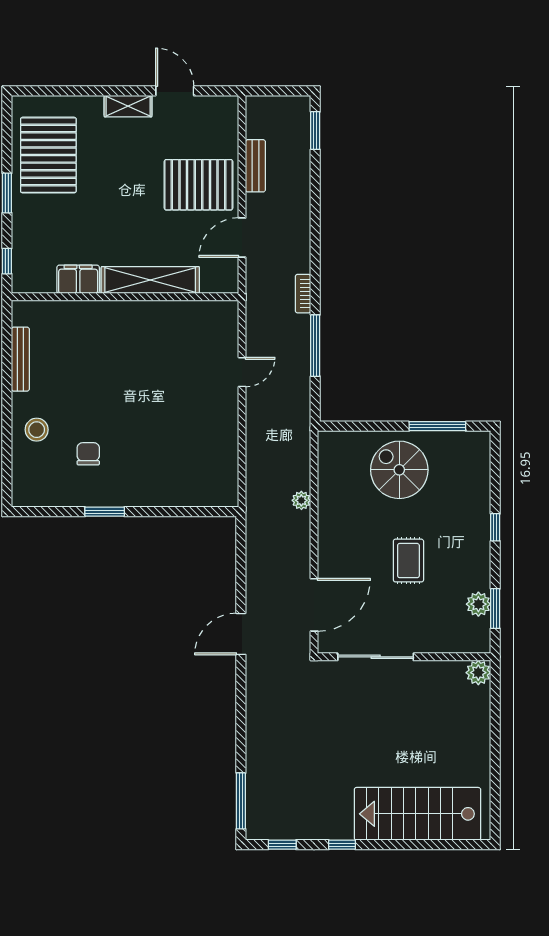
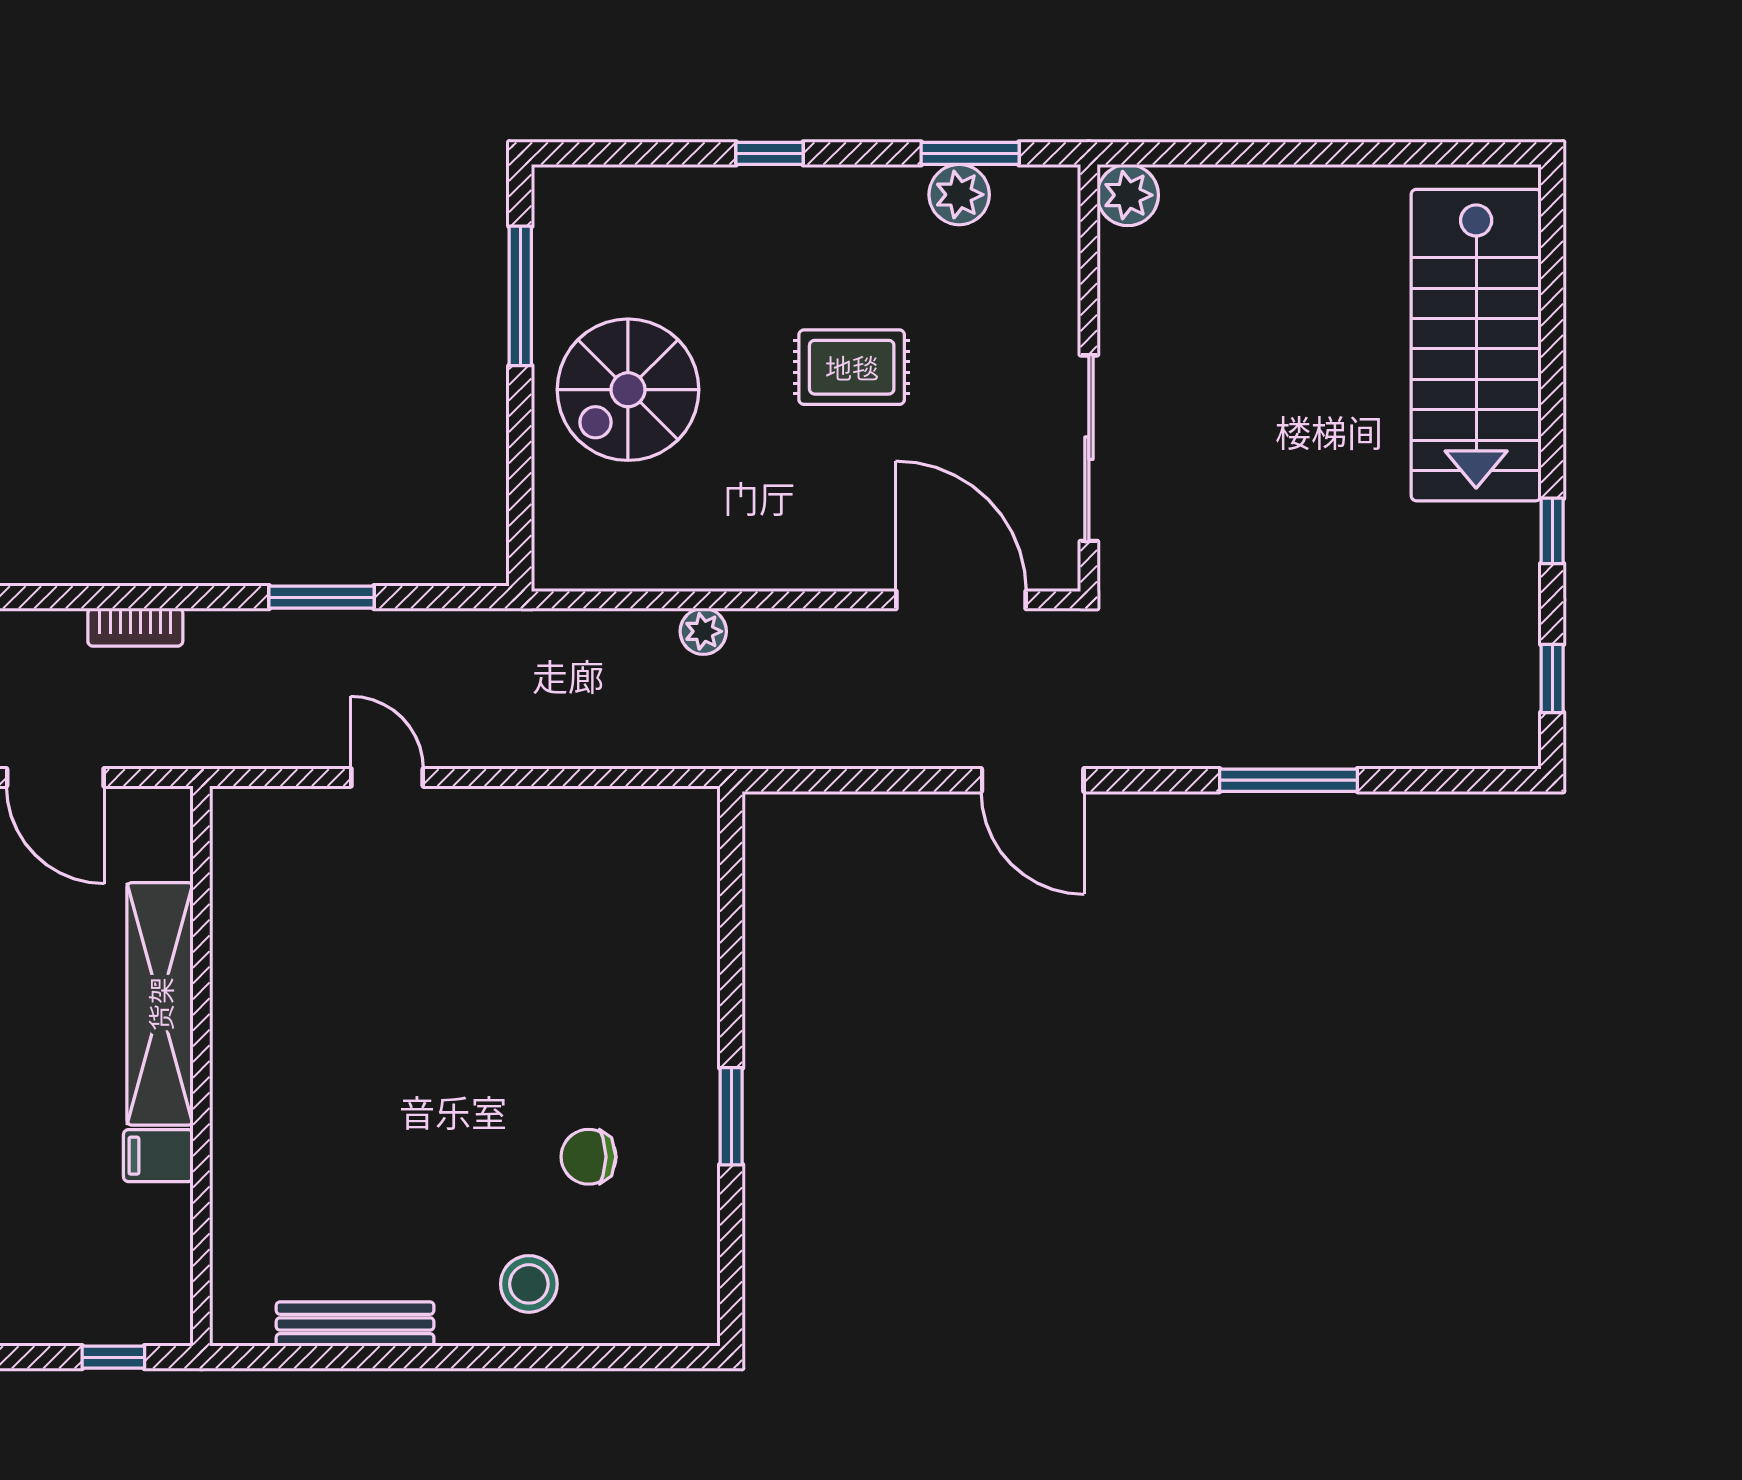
filing cabinet: (78, 279) -> (158, 1156), width x0.50
bookcase: (303, 294) -> (135, 627), moved
window: (315, 346) -> (322, 597), width x0.69
window: (241, 801) -> (1289, 780), moved

